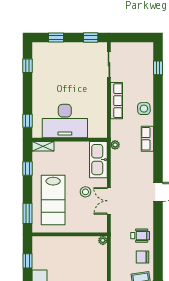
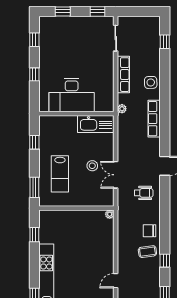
window: (28, 121) -> (34, 74), moved
row of seats: (147, 139) -> (154, 119), width x1.48
plant: (115, 145) -> (122, 109), moved
shelving: (43, 146) -> (50, 120), removed
kitchen sink: (98, 160) -> (96, 124), moved, turned -90
lab bench: (53, 200) -> (60, 174), width x0.73, depth x0.72
wheelchair: (140, 236) -> (144, 193), moved

